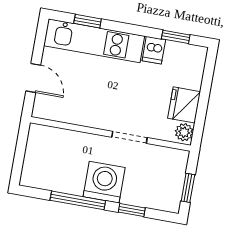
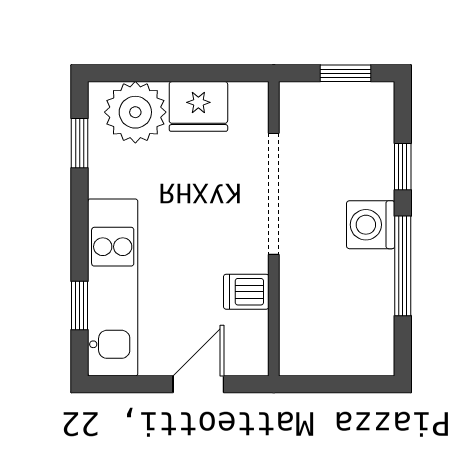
dishwasher: (154, 50) -> (246, 292), moved, turned 180
plant: (184, 132) -> (135, 112), moved, width x1.88, depth x1.88
doorway: (129, 137) -> (274, 194), width x1.88
washing machine: (104, 182) -> (371, 225), width x0.73, depth x0.73

